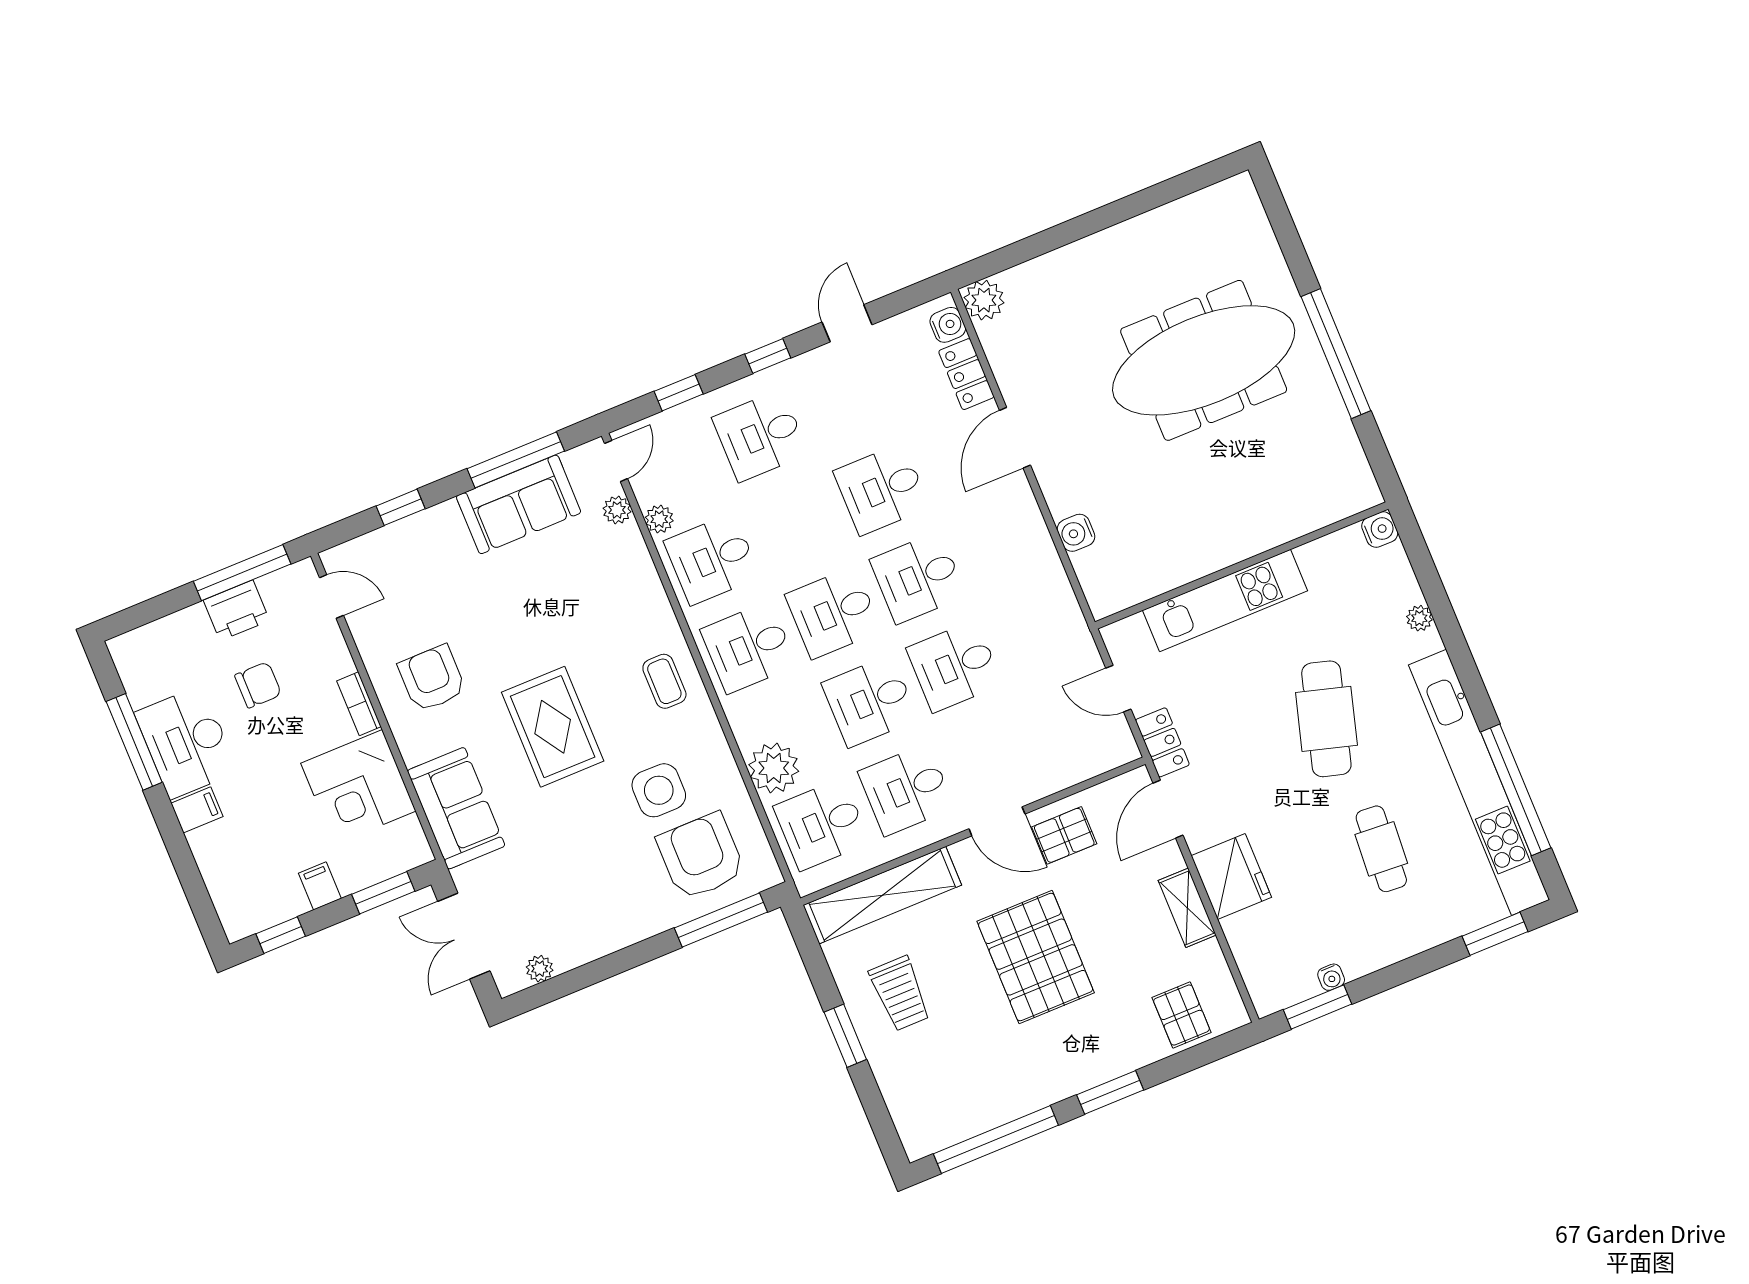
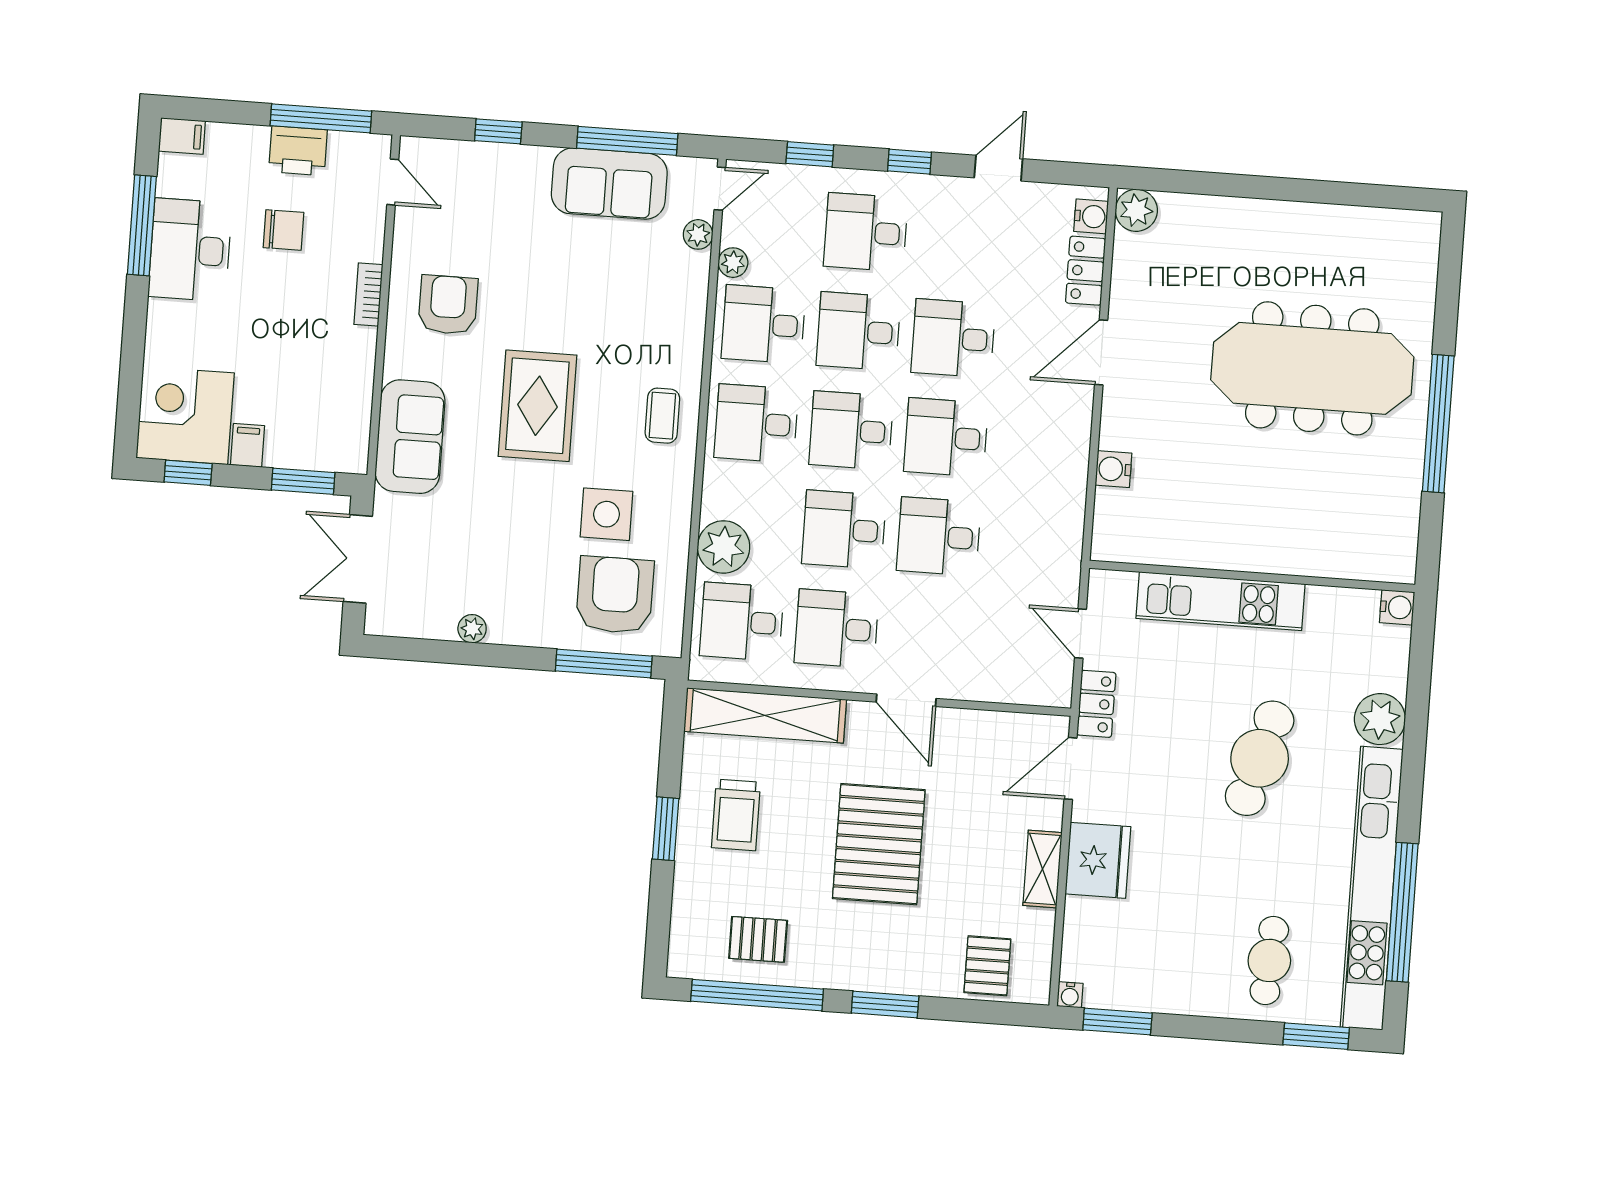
desk: (797, 524) -> (858, 331), added
plant: (1419, 618) -> (1380, 719), width x1.87, depth x1.87
corner desk: (358, 787) -> (185, 415), moved, turned 90
filing cabinet: (197, 810) -> (182, 136), moved
pallet: (1064, 835) -> (758, 939), moved
cafe table: (1381, 849) -> (1269, 960), moved
plant: (540, 969) -> (472, 629), moved
water cooler: (1331, 977) -> (1070, 995), moved

